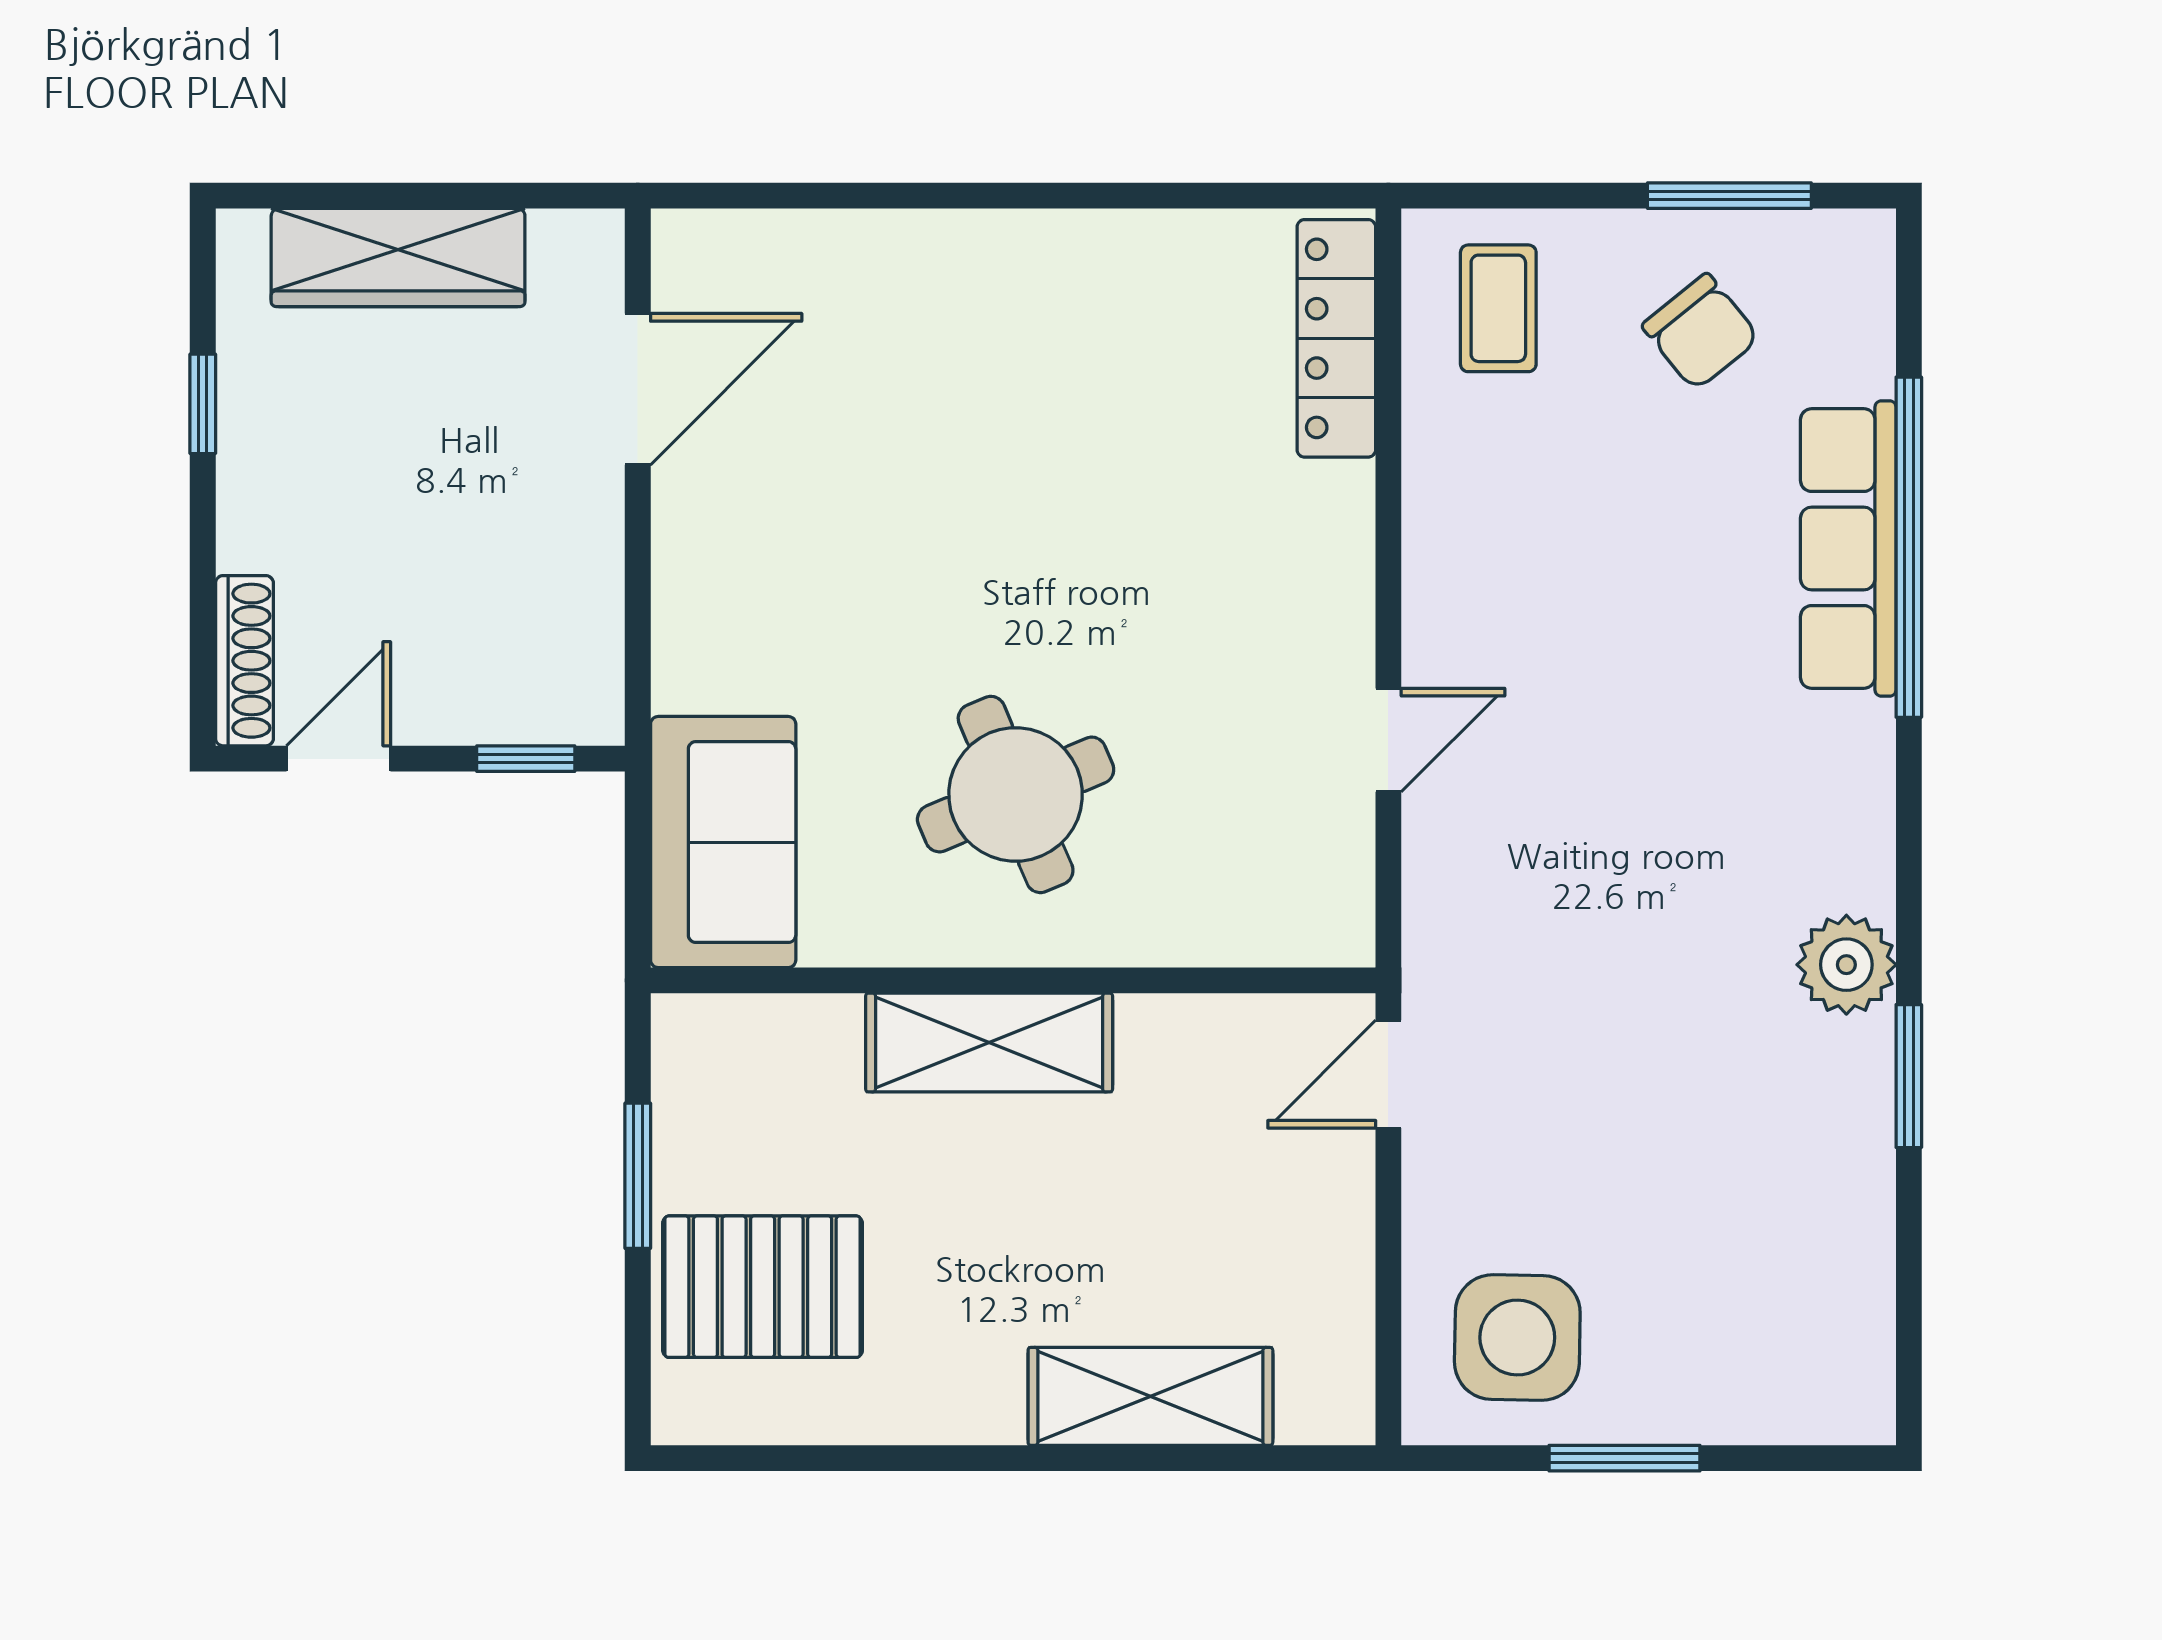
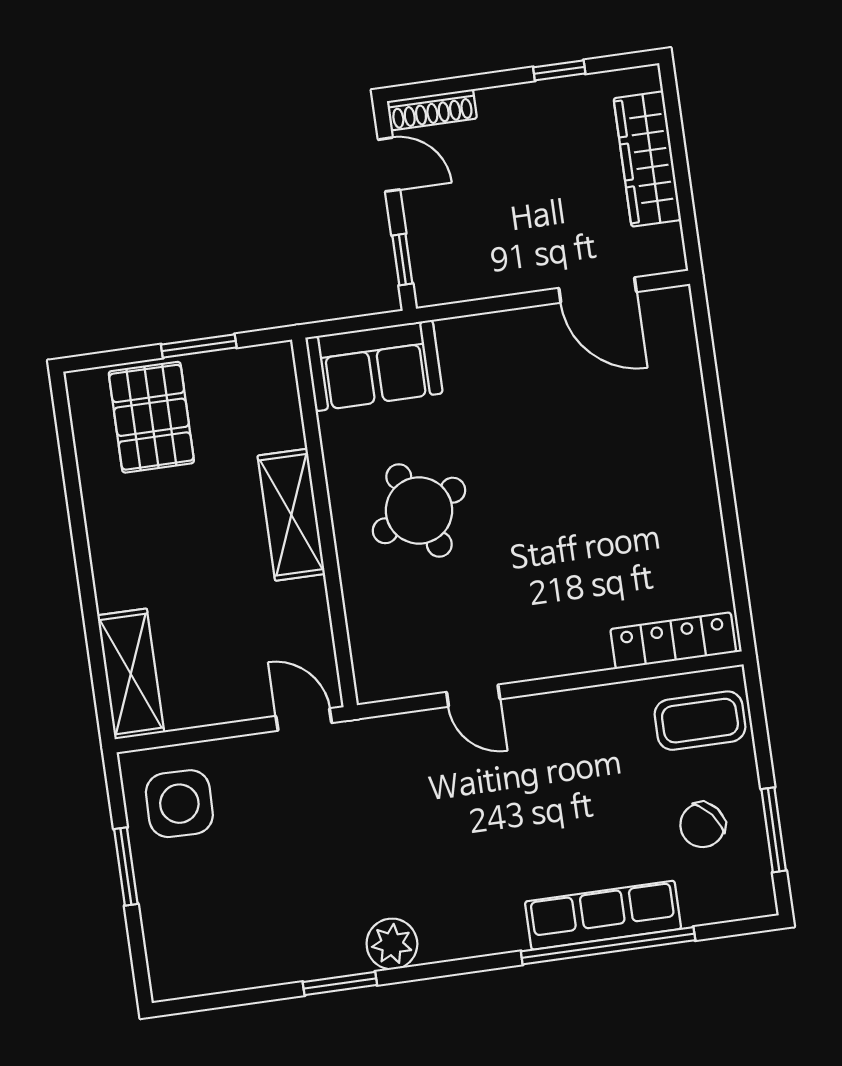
coffee table: (1498, 308) -> (700, 721), width x1.36, depth x1.30
shelving: (1150, 1396) -> (131, 674), moved

